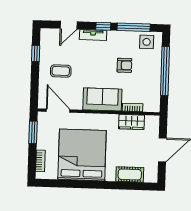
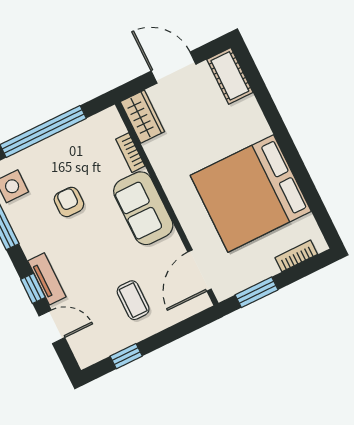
window: (103, 26) -> (33, 288), moved
wardrobe: (131, 122) -> (142, 117), moved
cot: (130, 174) -> (230, 76), moved

